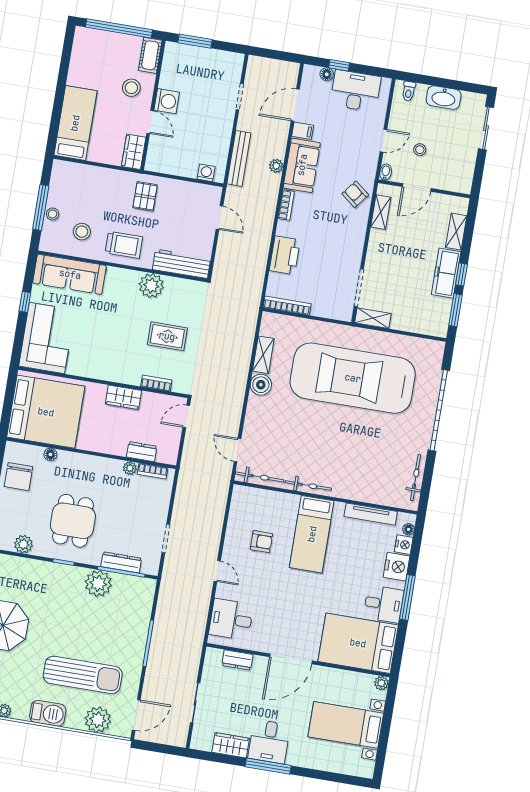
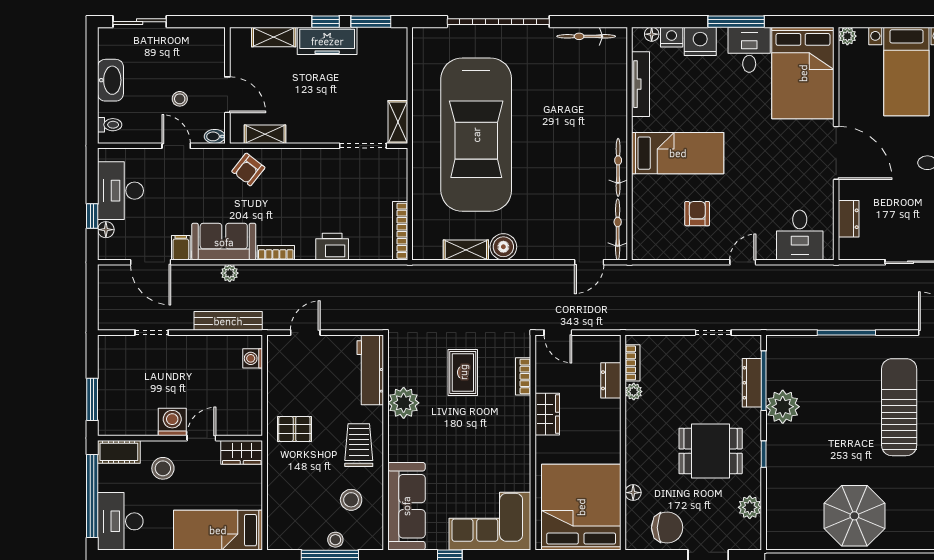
desk: (95, 47) -> (120, 521), added
printer: (285, 255) -> (332, 247), width x0.73, depth x0.84

